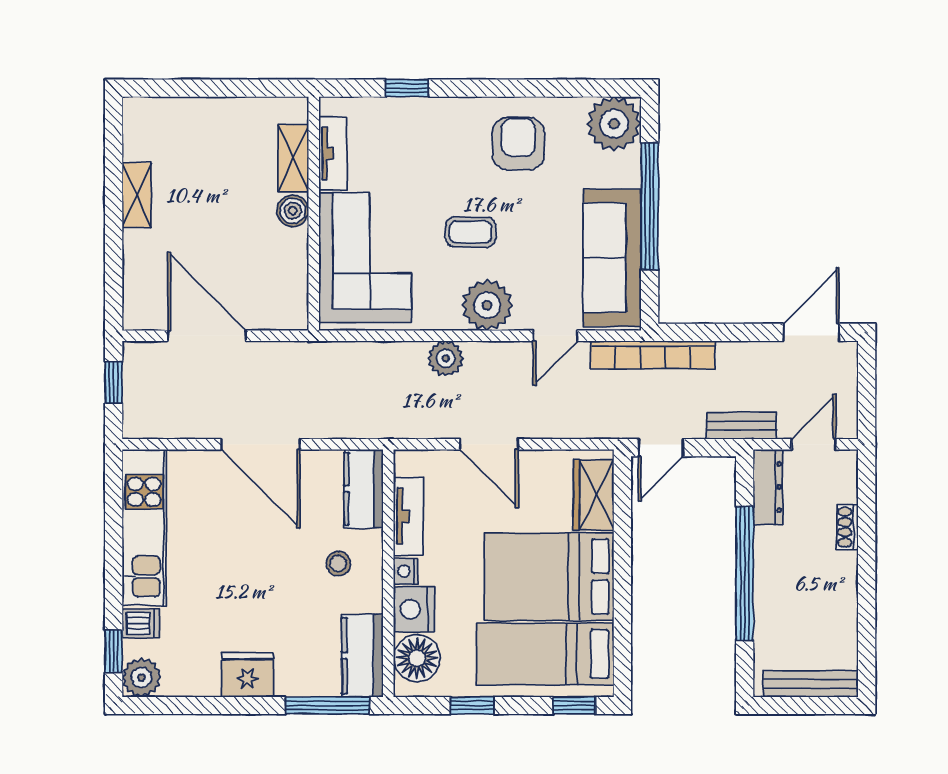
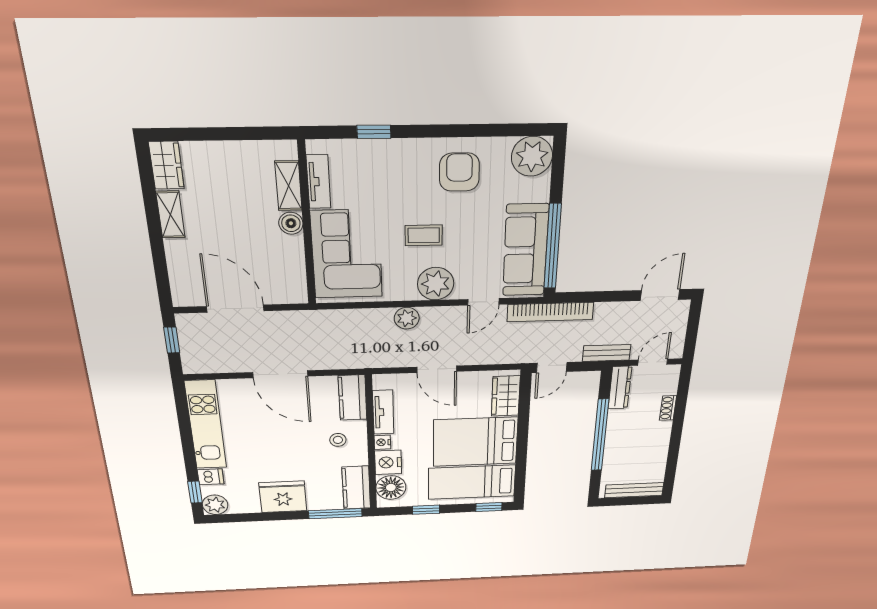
wardrobe: (140, 128) -> (166, 165), added
window: (650, 206) -> (553, 246), moved
fridge: (247, 675) -> (283, 497), width x1.36, depth x1.34

